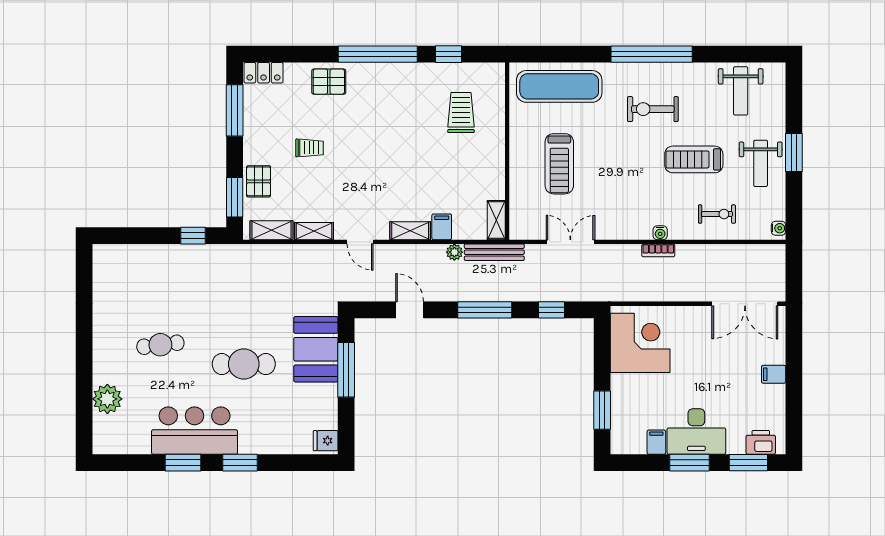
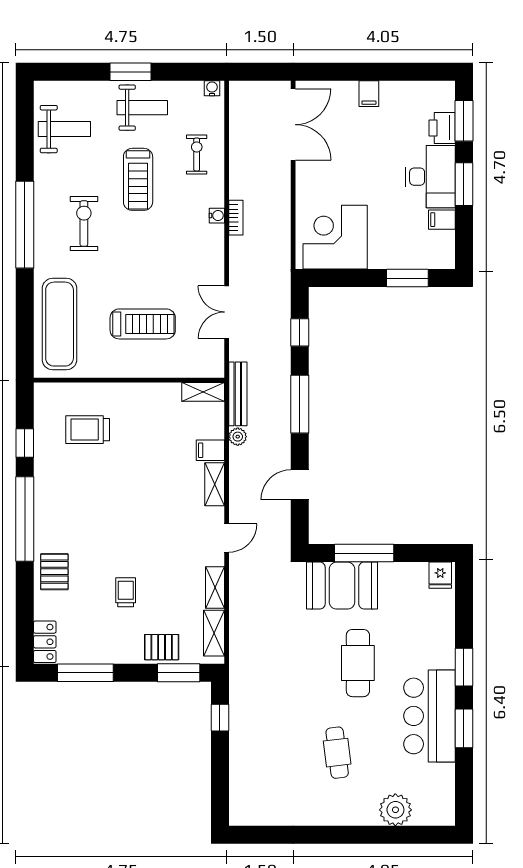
exercise bike: (653, 109) -> (84, 223), turned 180
printer: (761, 442) -> (442, 128), moved

